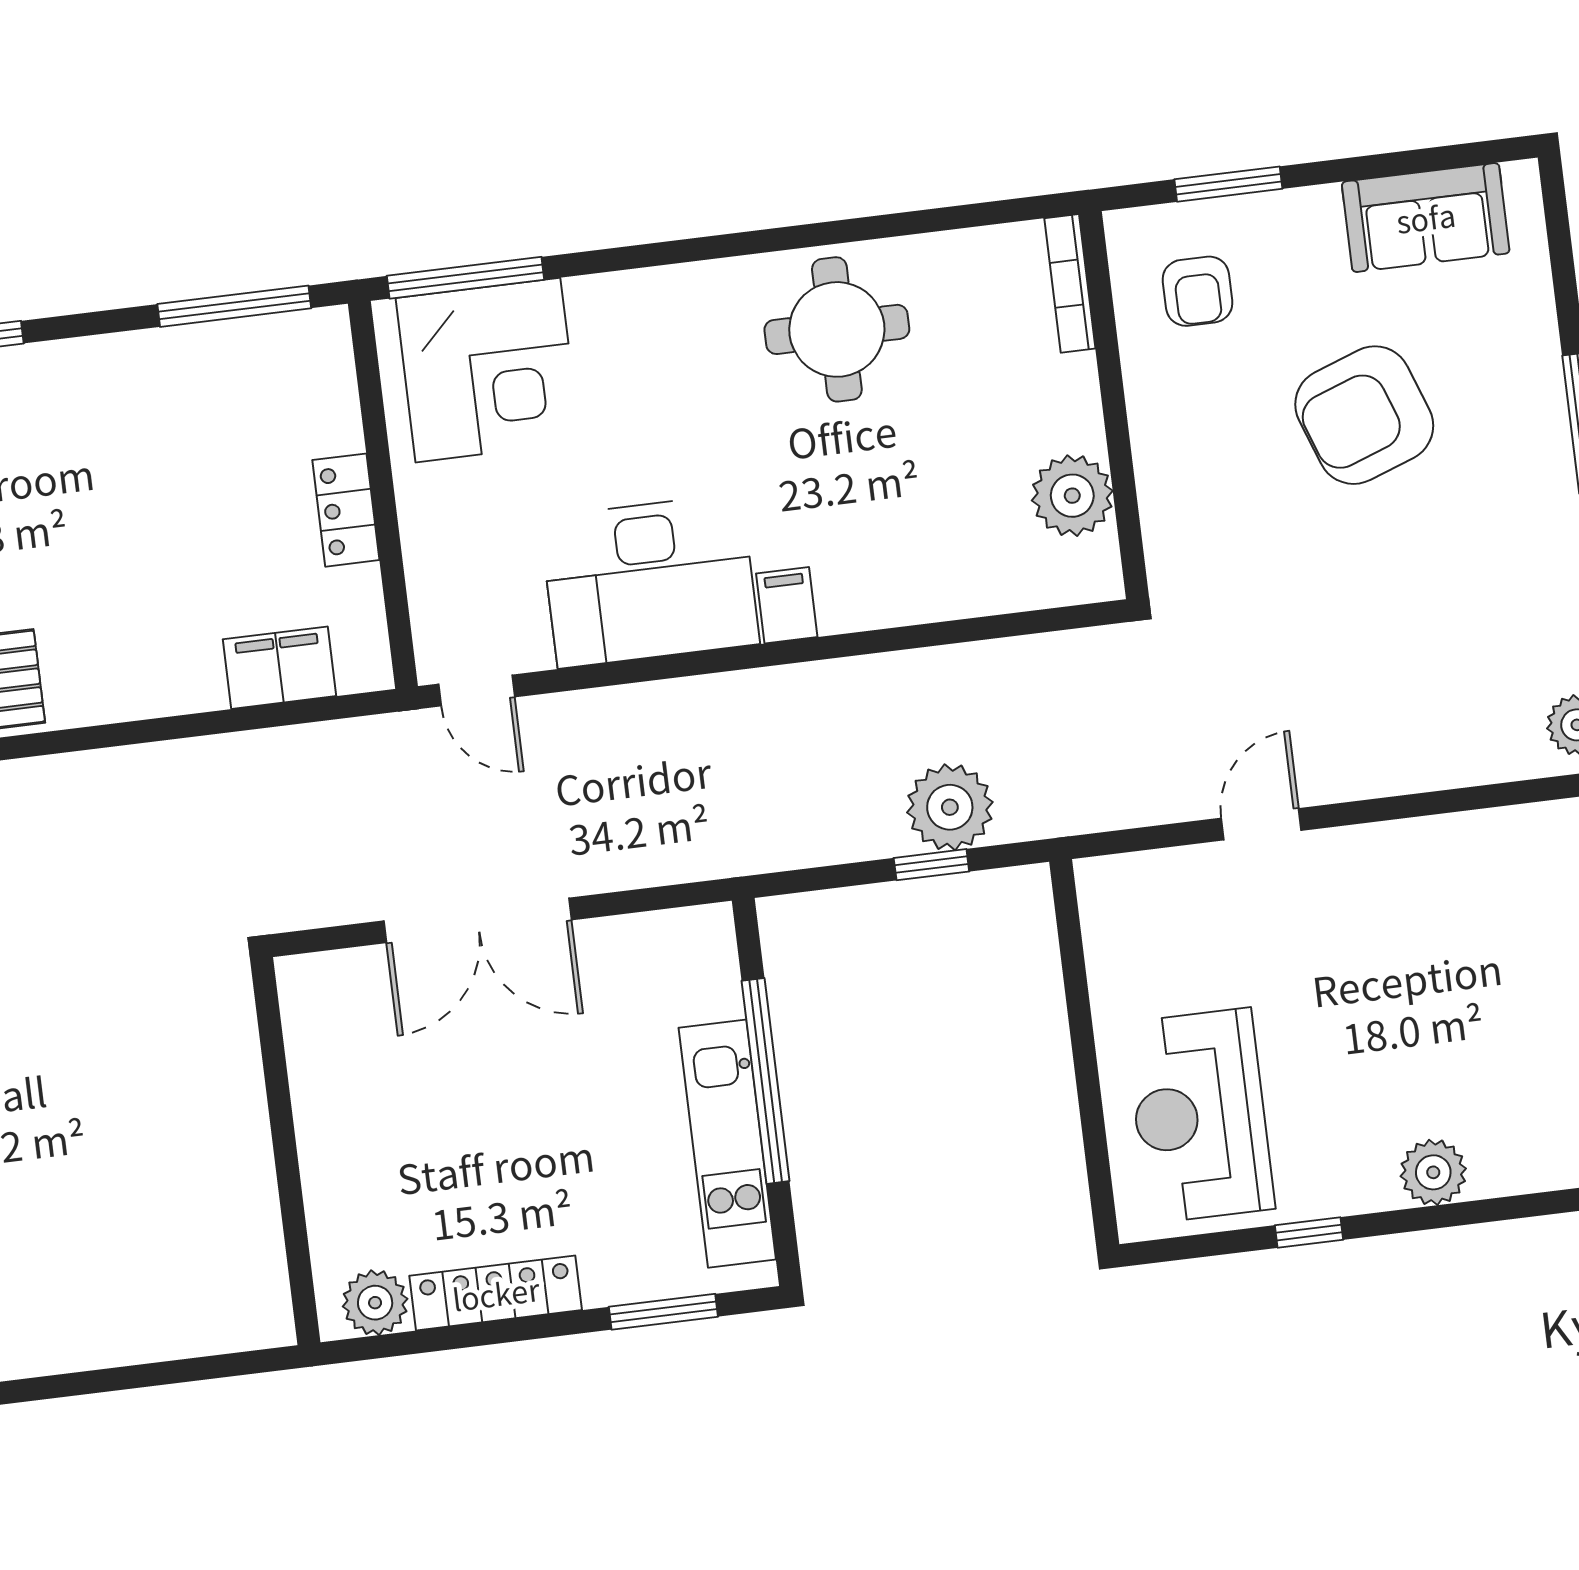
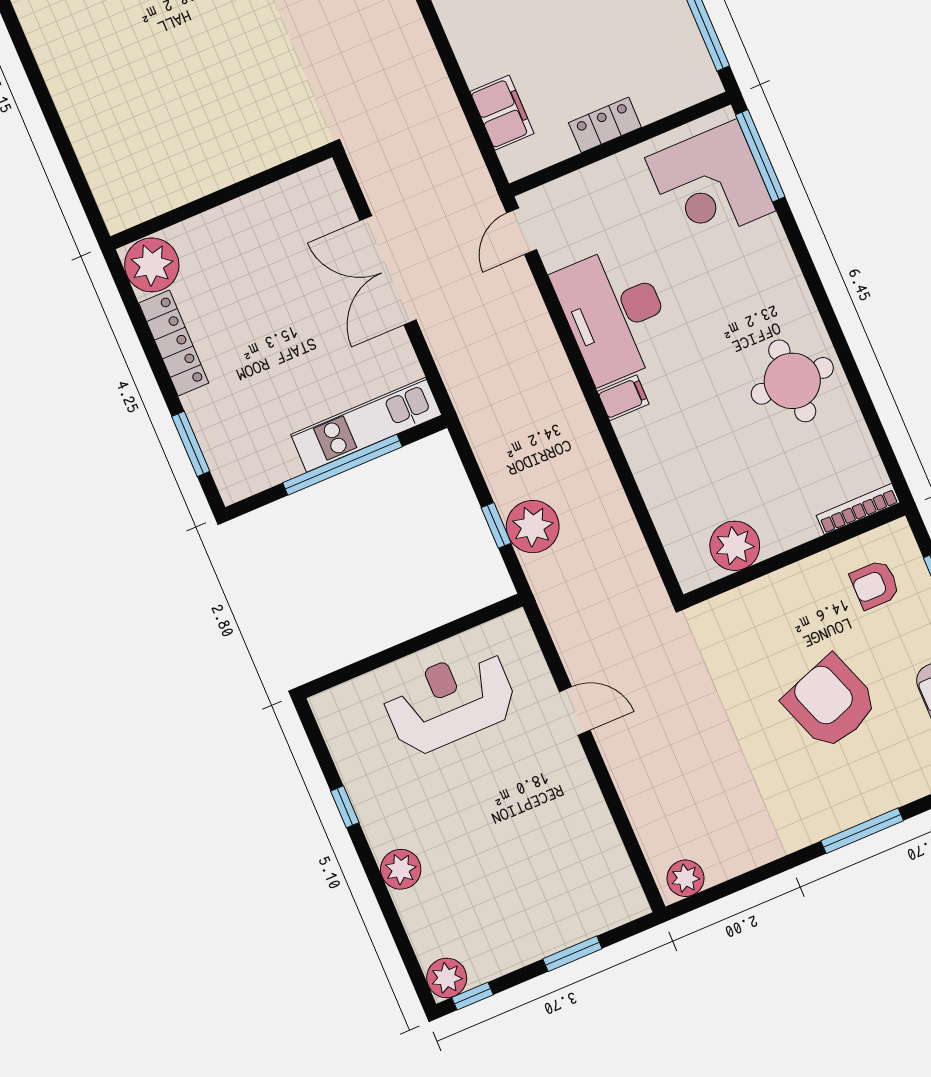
reception desk: (1200, 1116) -> (450, 701), moved
kitchen unit: (727, 1144) -> (366, 425), moved
plant: (375, 1303) -> (152, 265), width x1.36, depth x1.36

